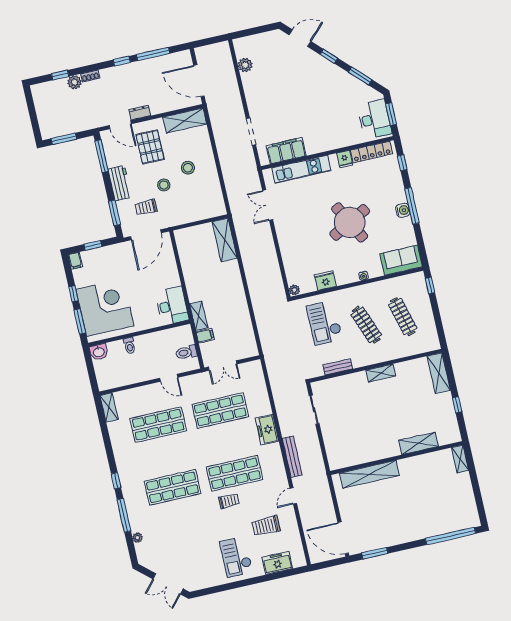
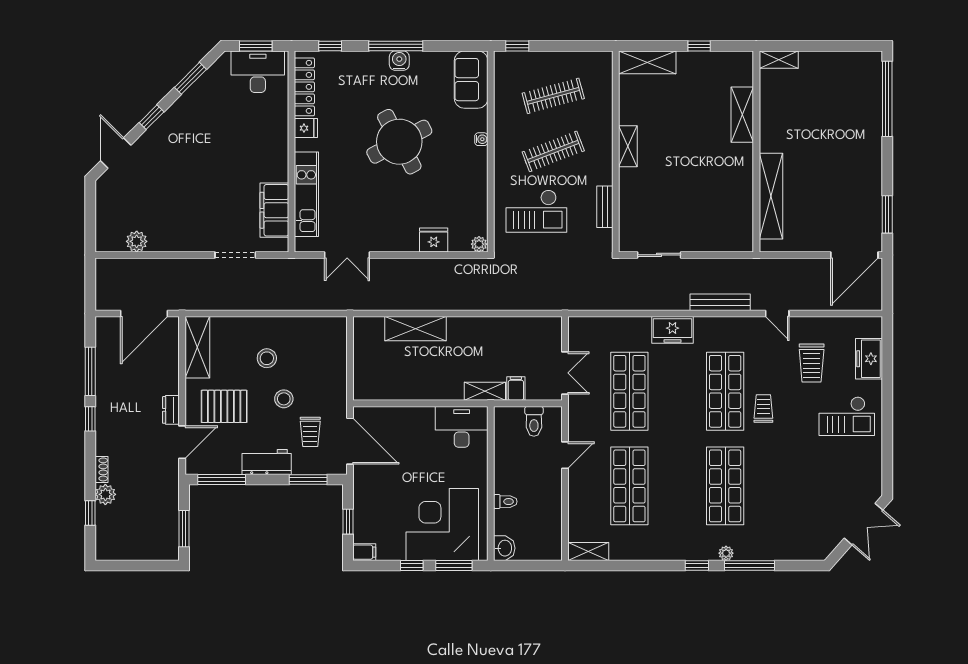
shelving: (225, 240) -> (416, 329), moved
fridge: (325, 281) -> (434, 240), moved, turned 90
plant: (137, 538) -> (726, 553), moved

